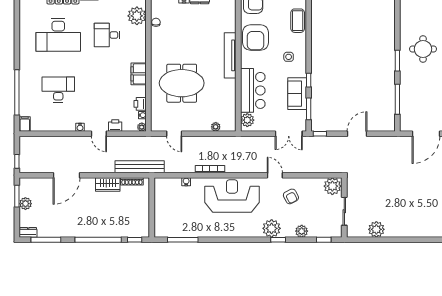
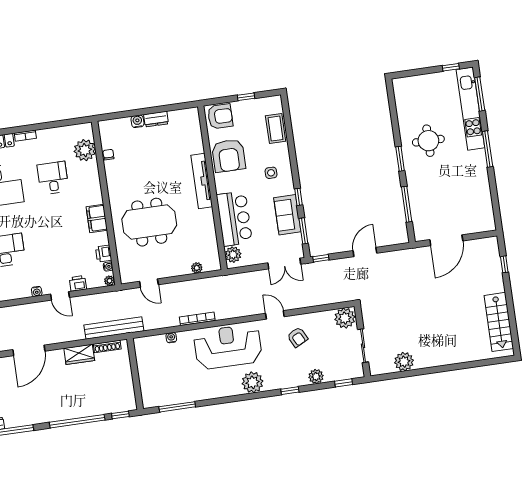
desk: (107, 35) -> (53, 178), turned 90
plant: (272, 228) -> (253, 382), moved

